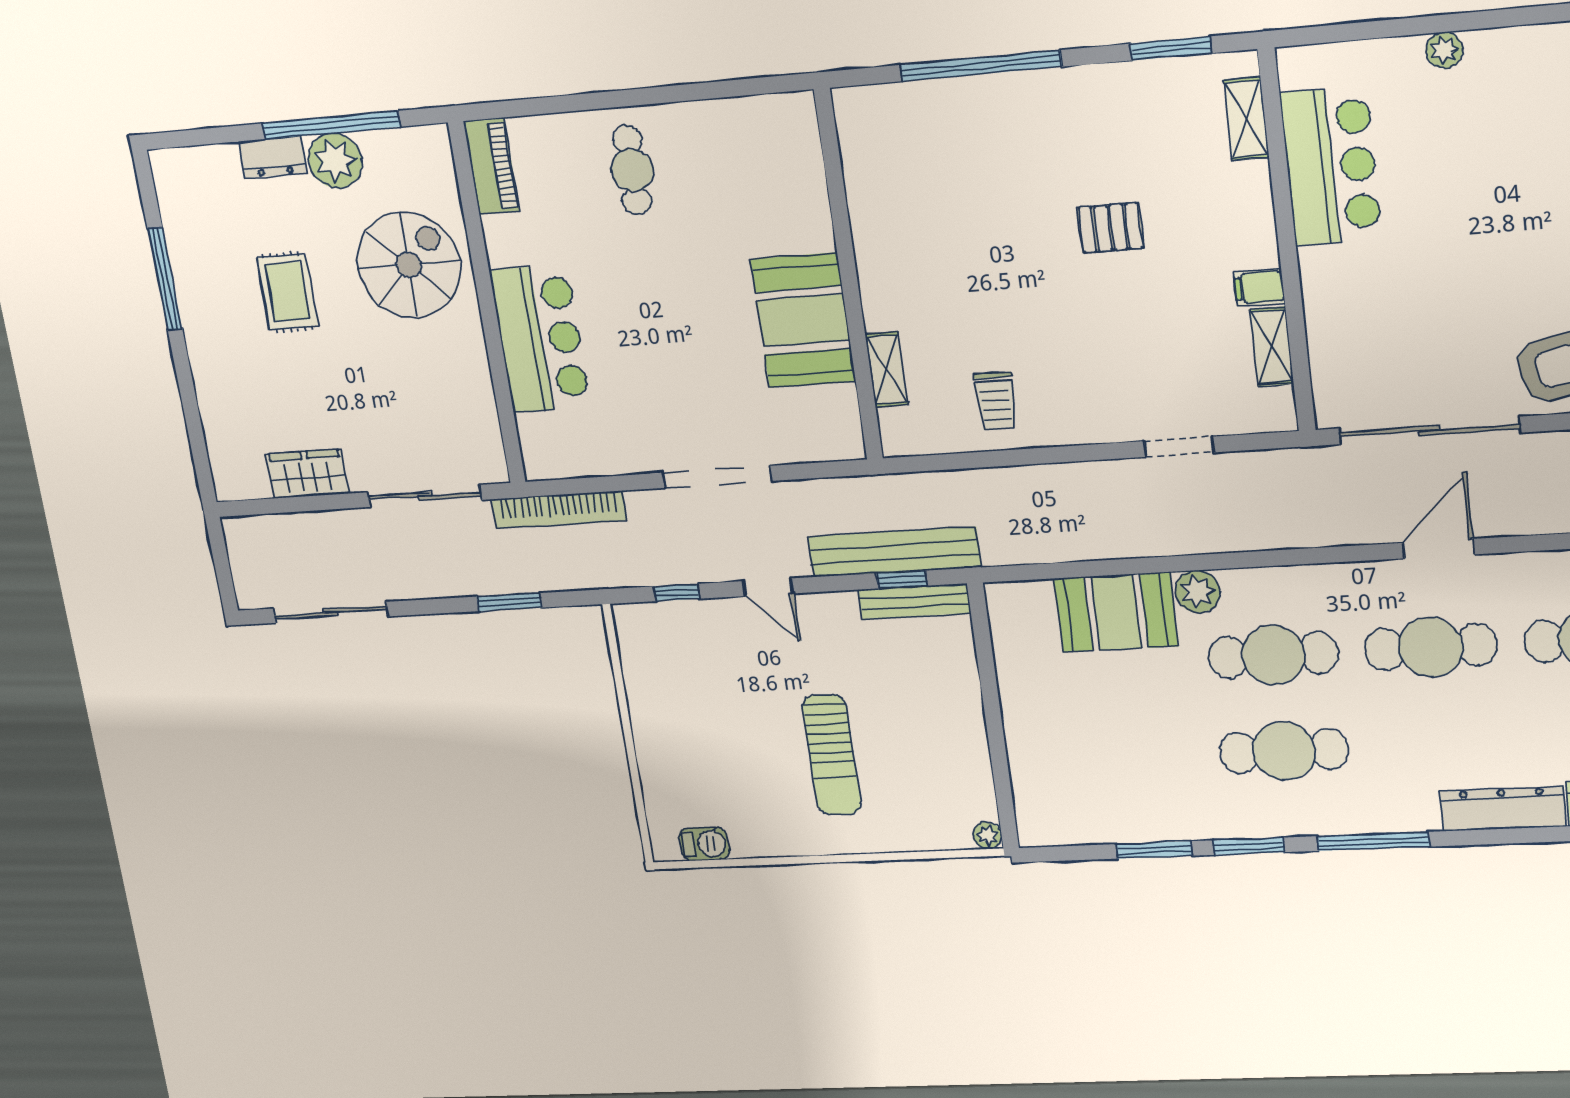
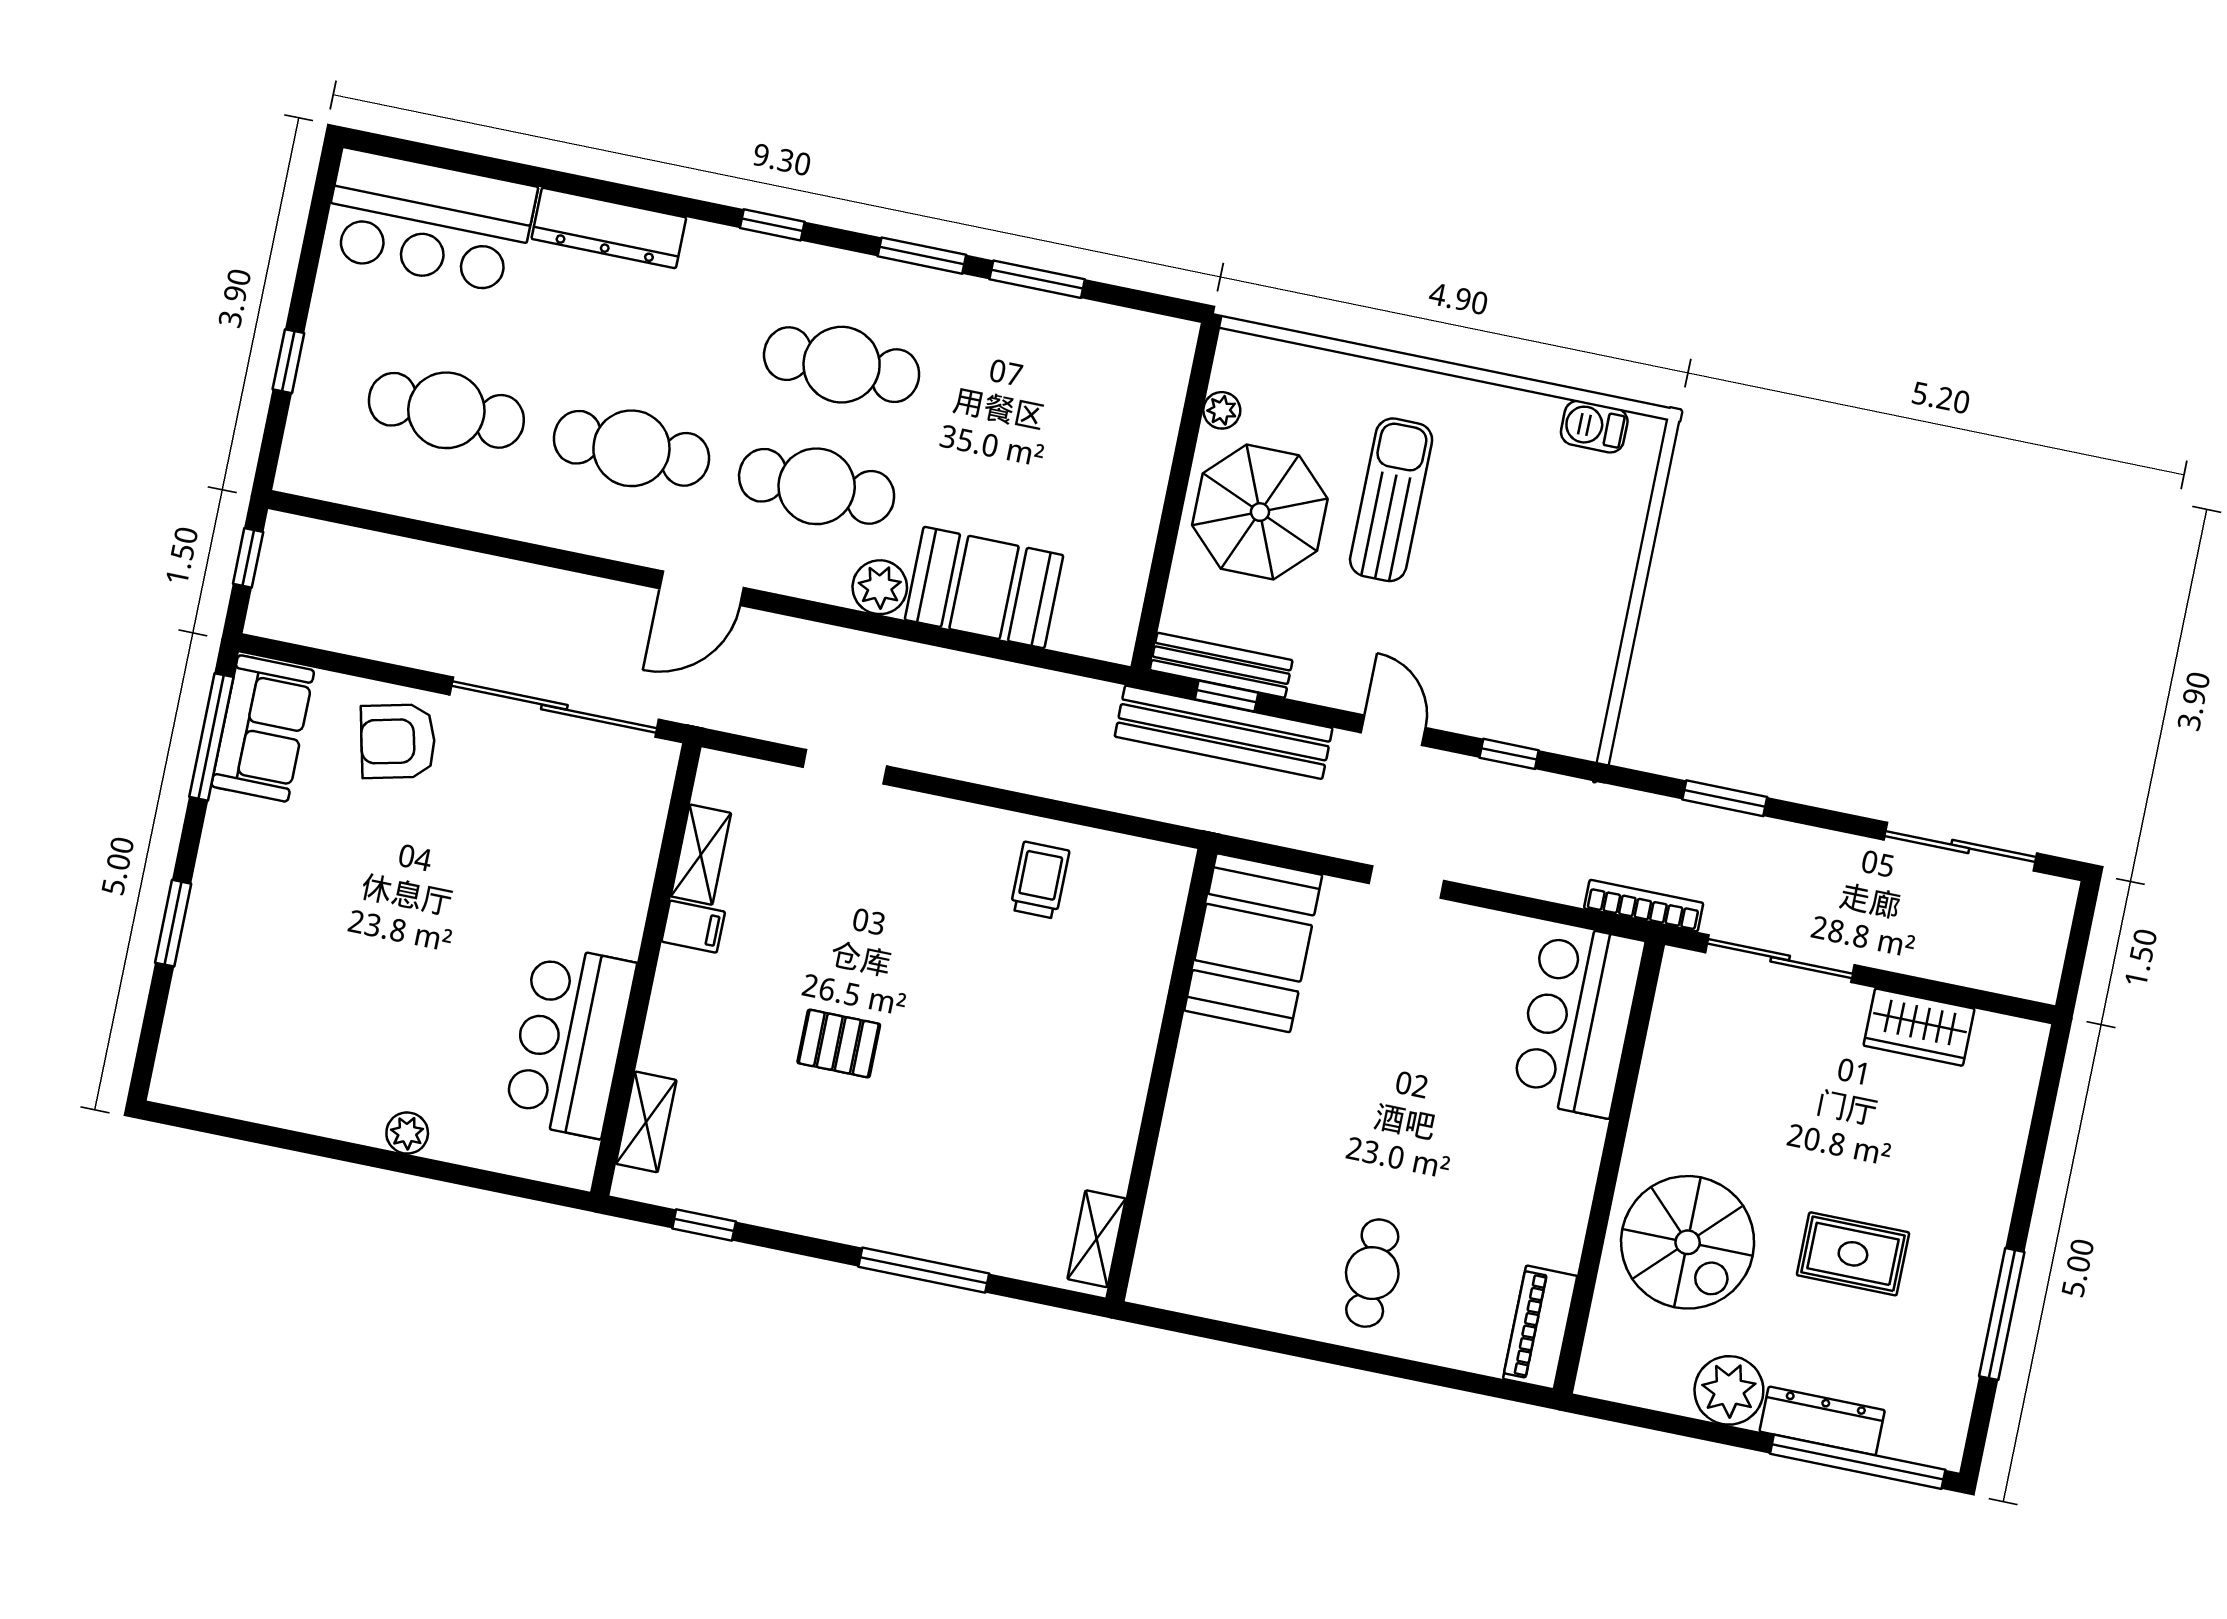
window: (1171, 48) -> (704, 1225), width x0.67
window: (981, 66) -> (924, 1270), width x0.68
window: (331, 125) -> (1858, 1462), moved
dresser: (273, 157) -> (1822, 1421), width x1.44
spiral stairs: (409, 265) -> (1688, 1242), turned -90
rug: (287, 292) -> (1853, 1254), turned 90
booth: (803, 320) -> (1253, 943), moved
bar counter: (540, 339) -> (1578, 1020), moved
shelving: (887, 369) -> (1097, 1239), moved
doorway: (717, 477) -> (1406, 882), width x0.53
bookcase: (559, 510) -> (1644, 906), width x0.68, depth x0.76
door: (1439, 549) -> (701, 588), moved
parasol: (926, 722) -> (1260, 512), added
plant: (987, 836) -> (1222, 410), moved
window: (1373, 841) -> (772, 225), width x0.46

